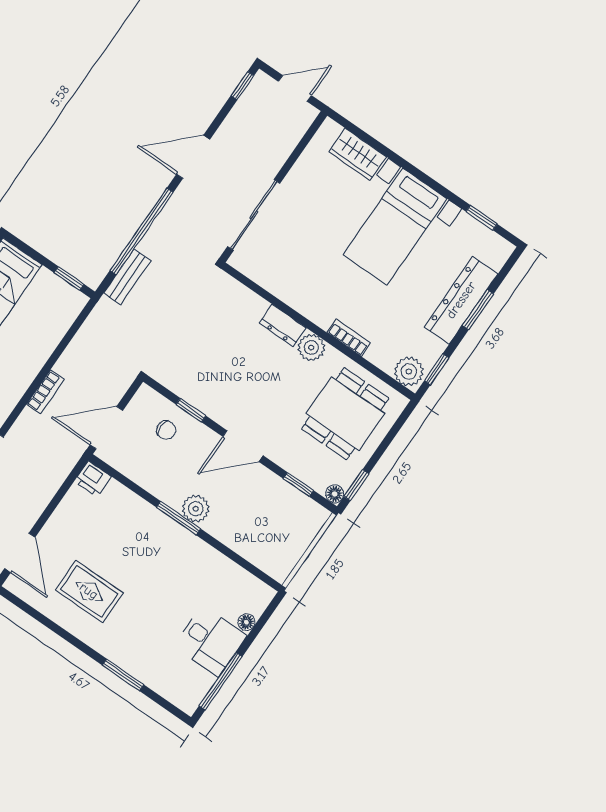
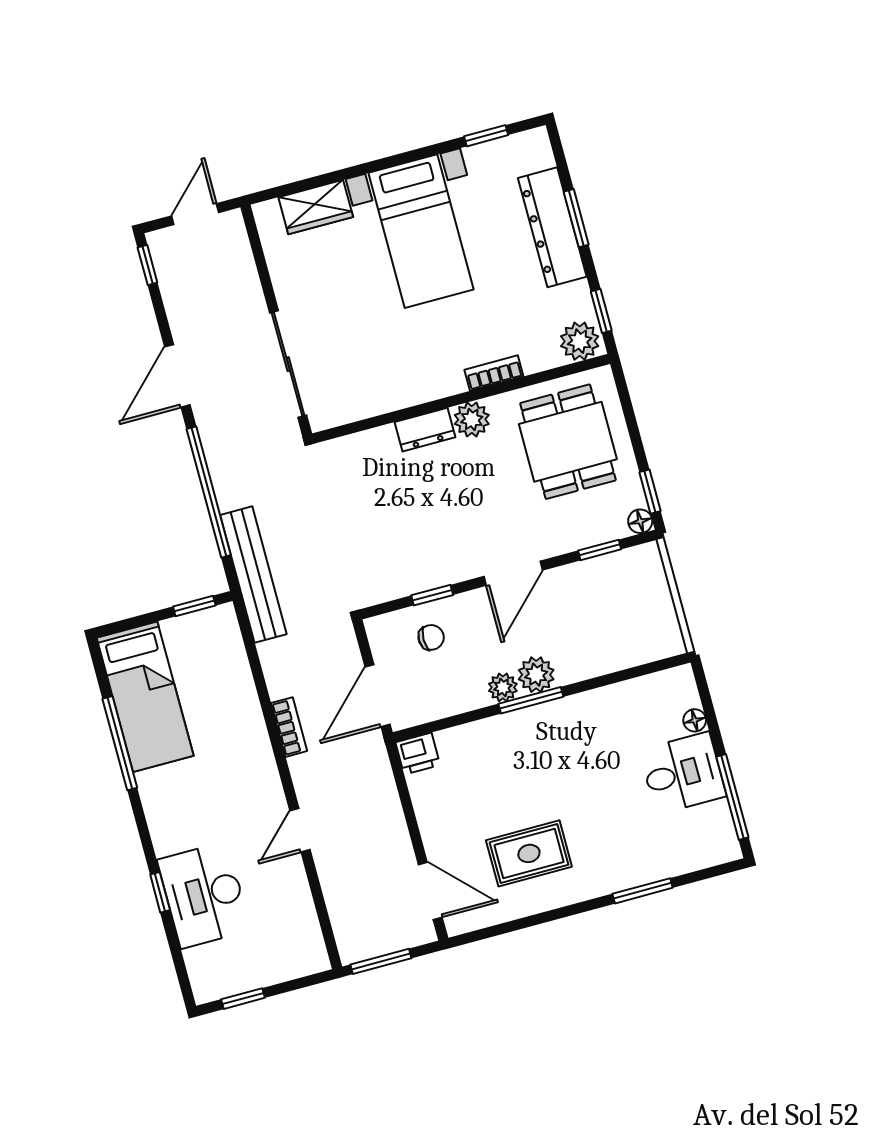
bench: (127, 277) -> (253, 575), width x1.86, depth x1.21
plant: (172, 496) -> (503, 687), added

